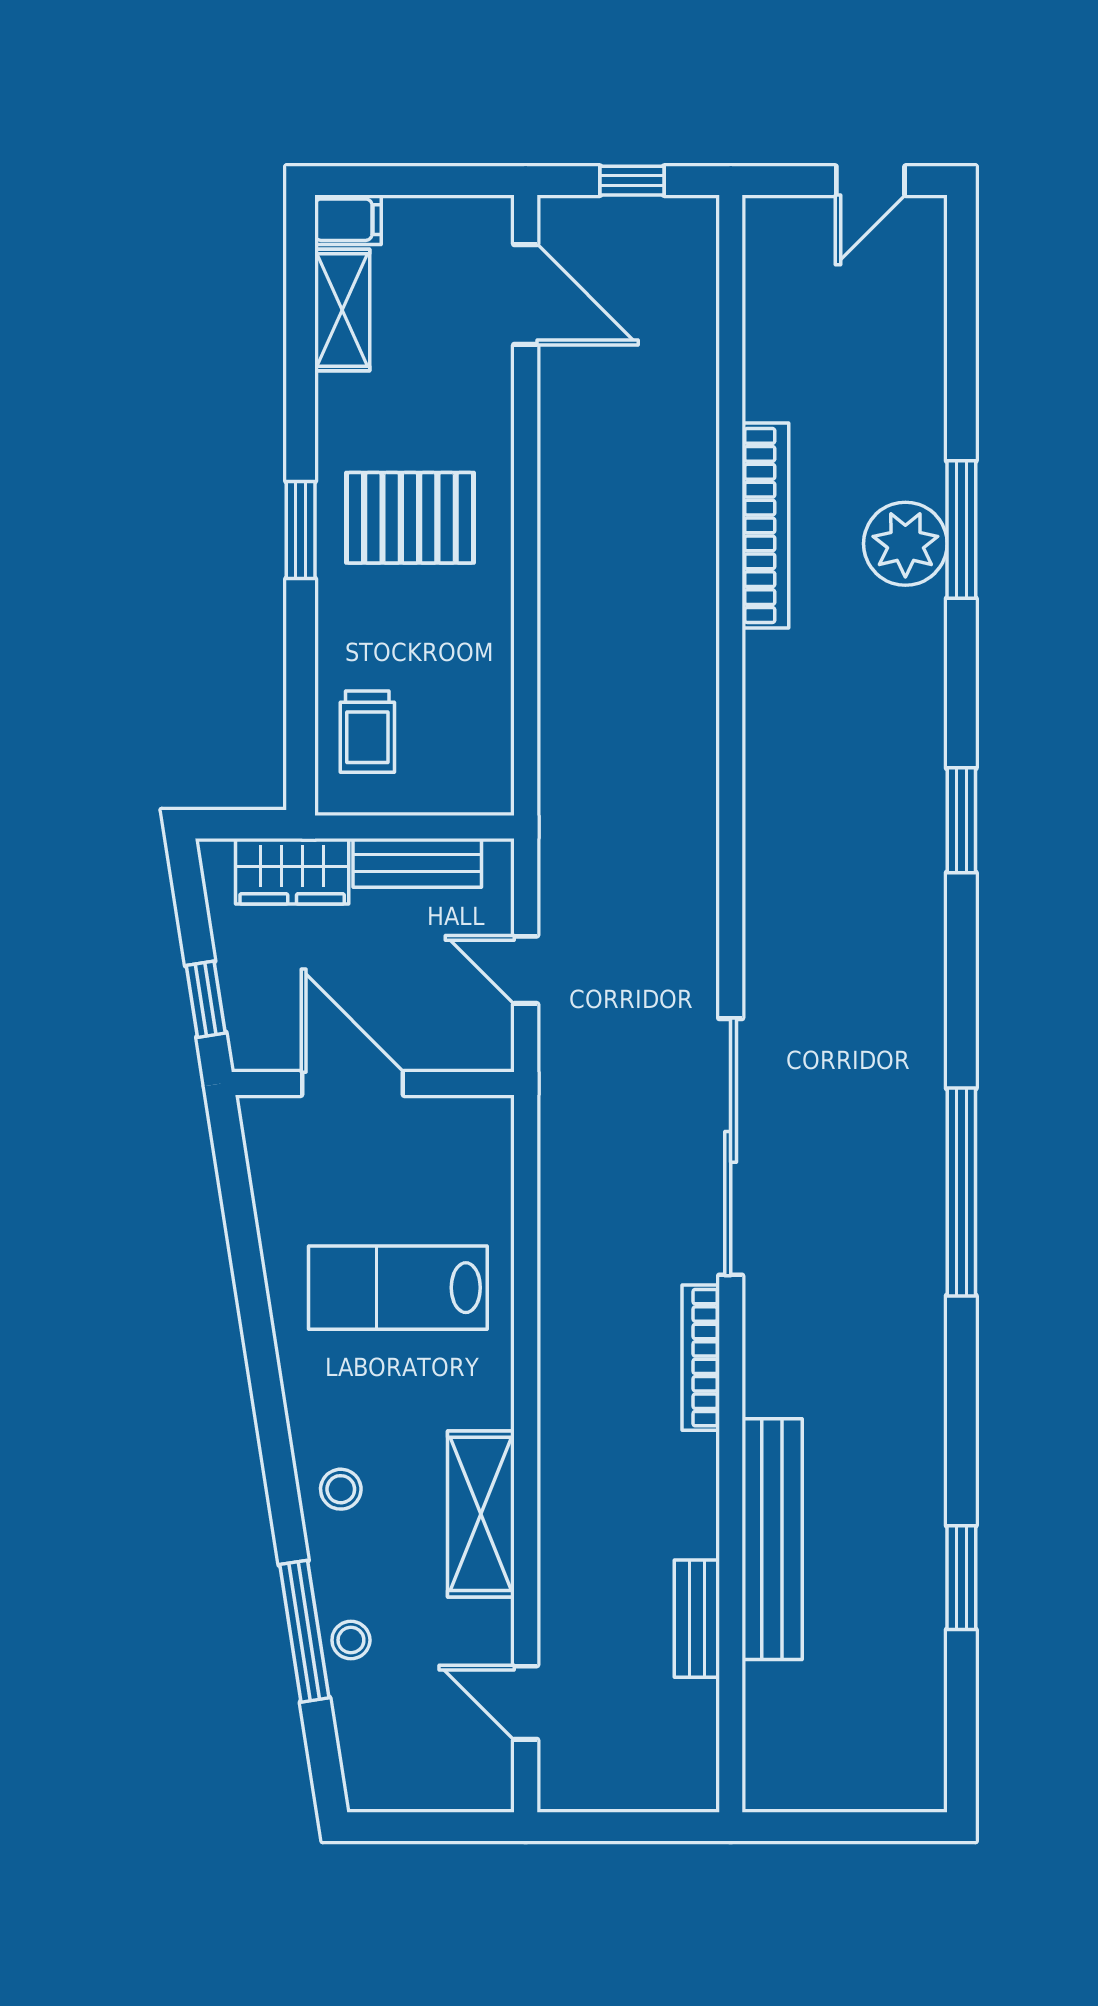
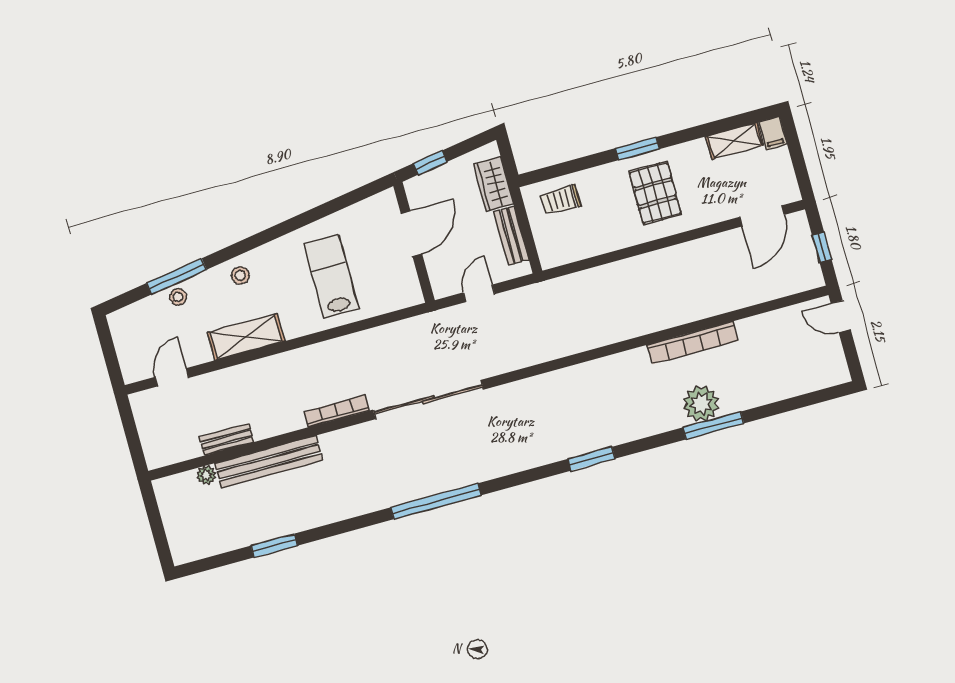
door: (870, 181) -> (841, 317), moved
plant: (764, 1686) -> (206, 475), added

